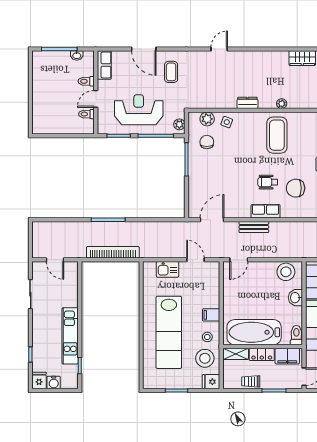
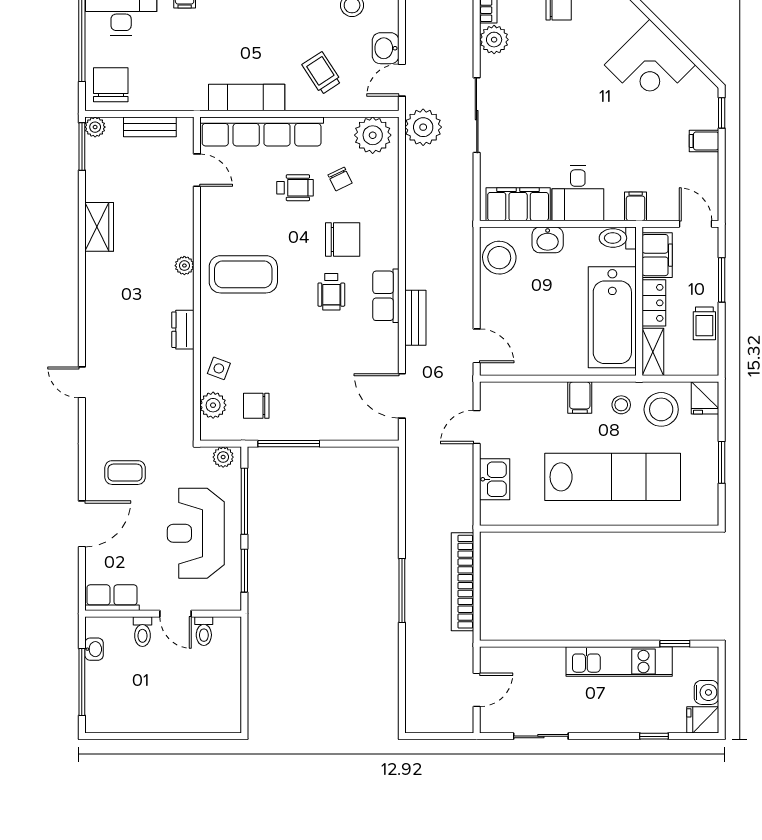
chair: (296, 188) -> (343, 240), turned -90

